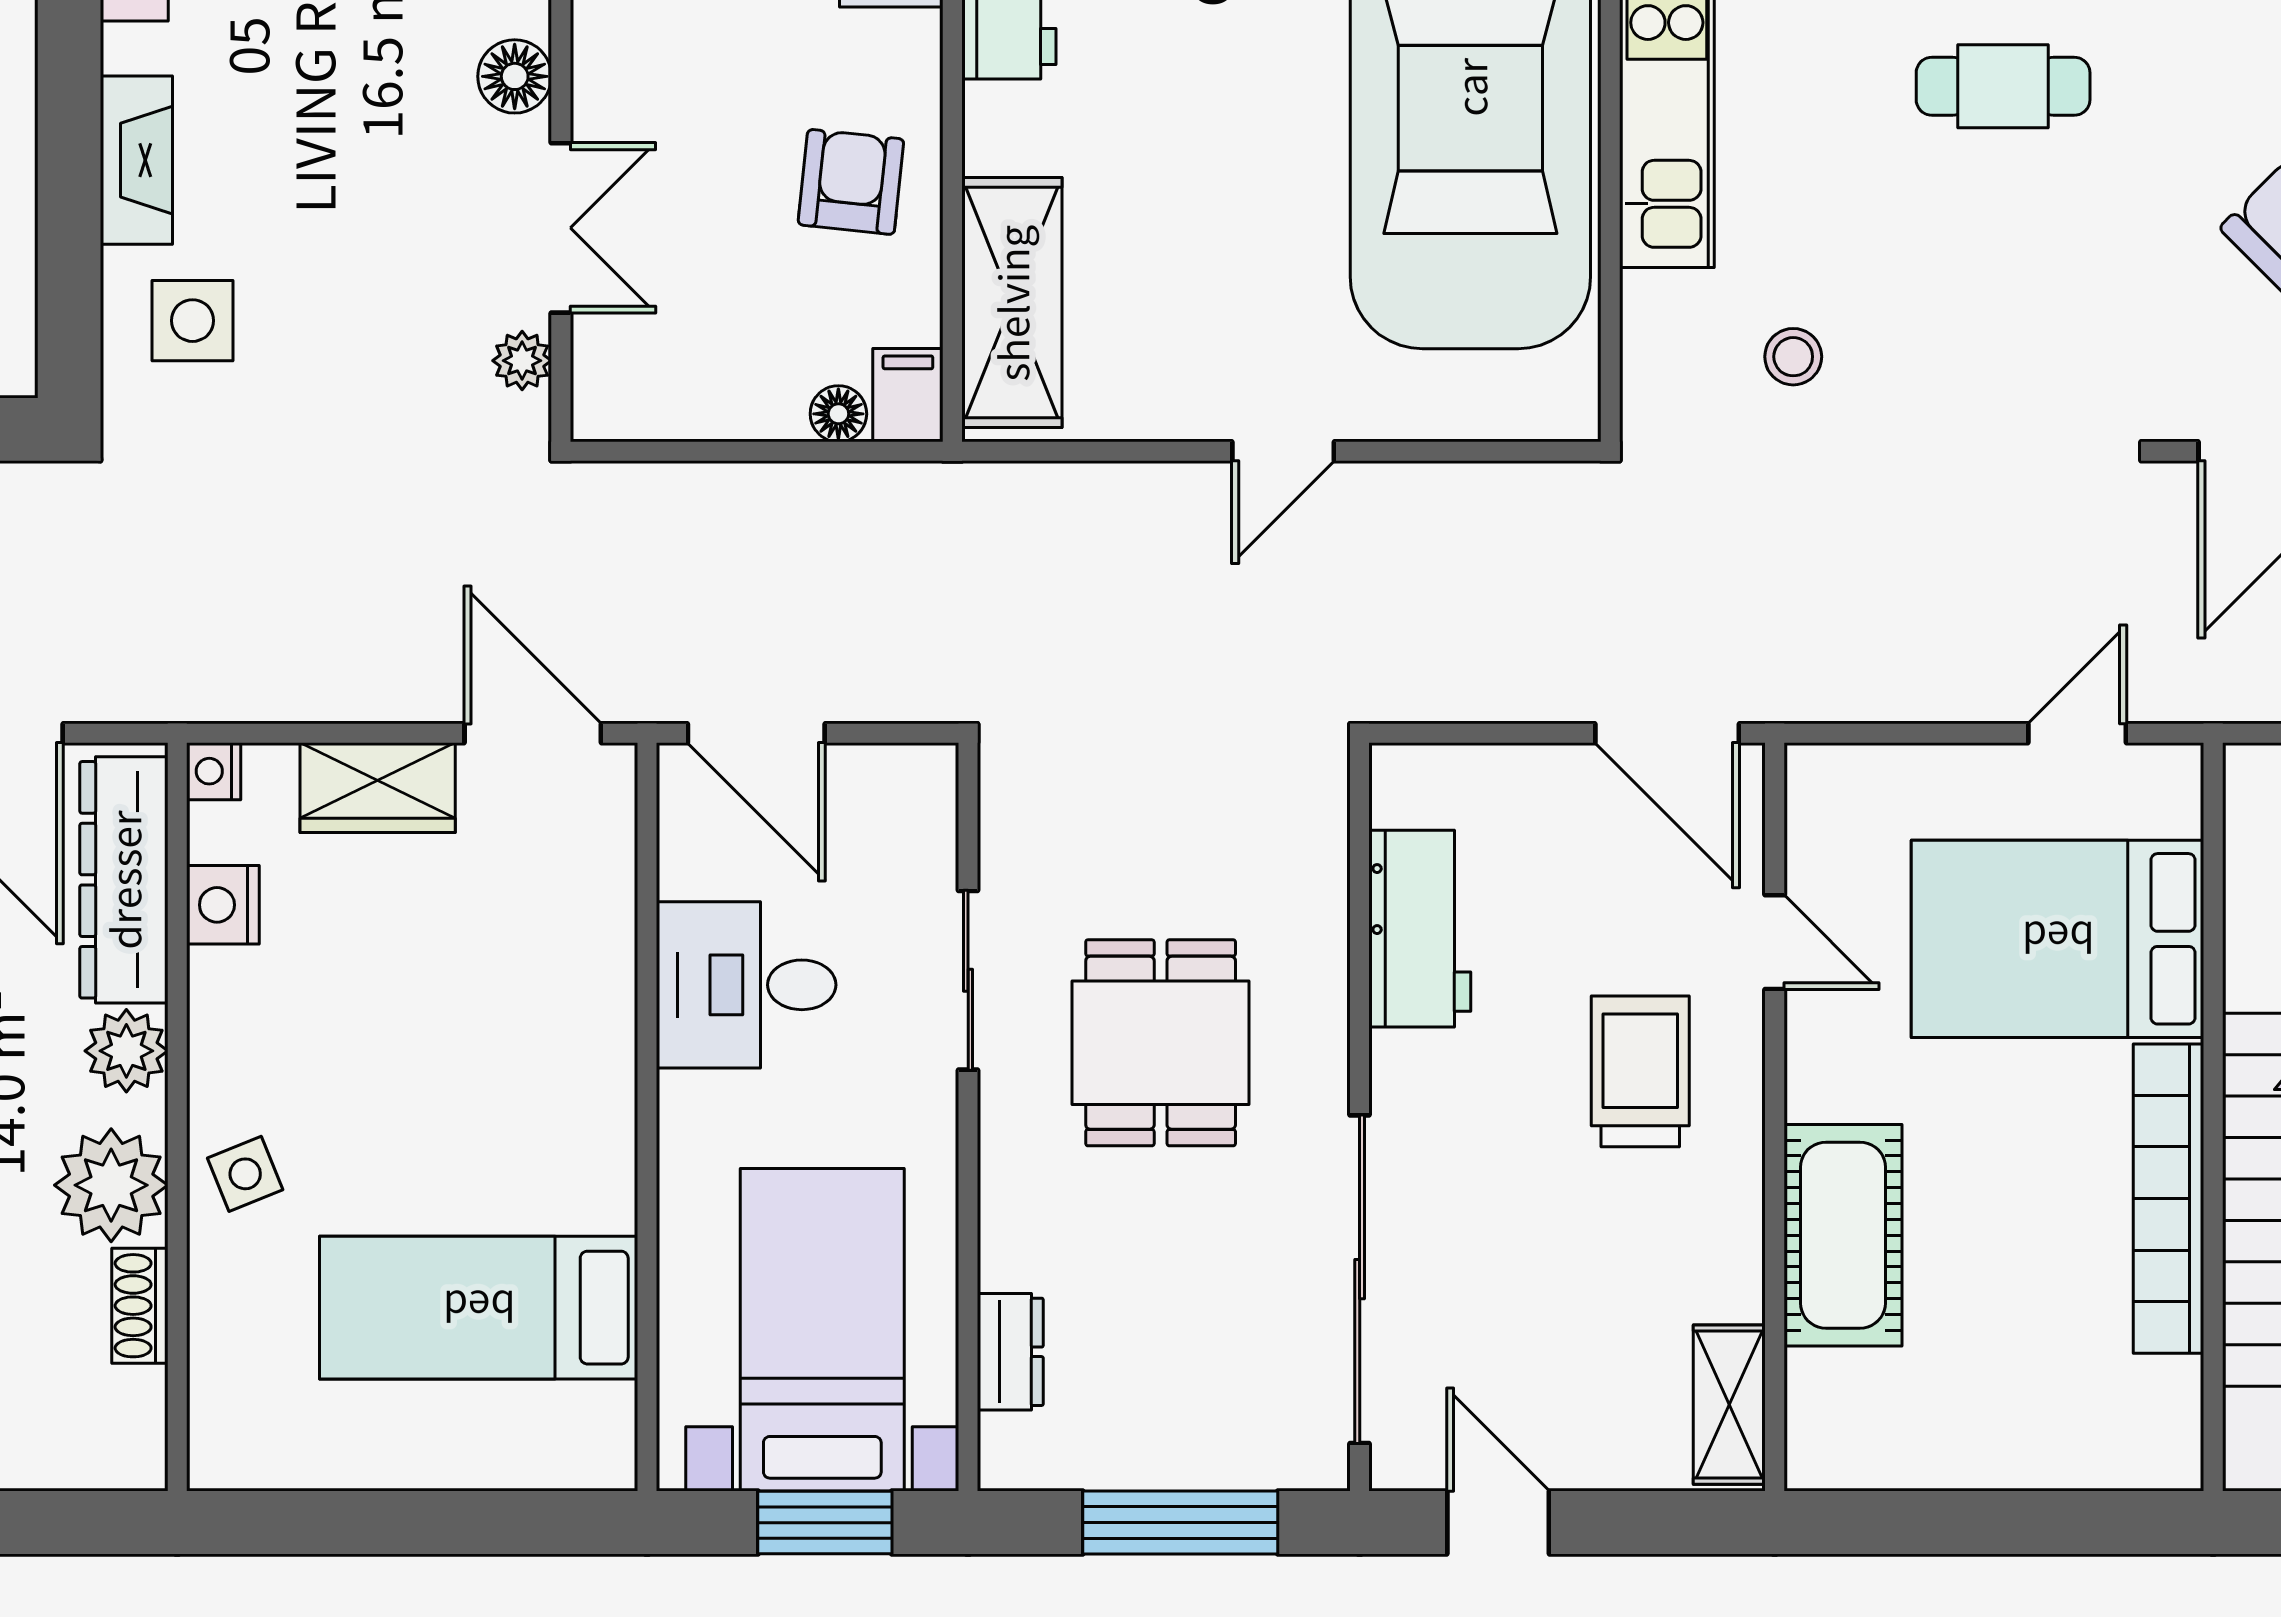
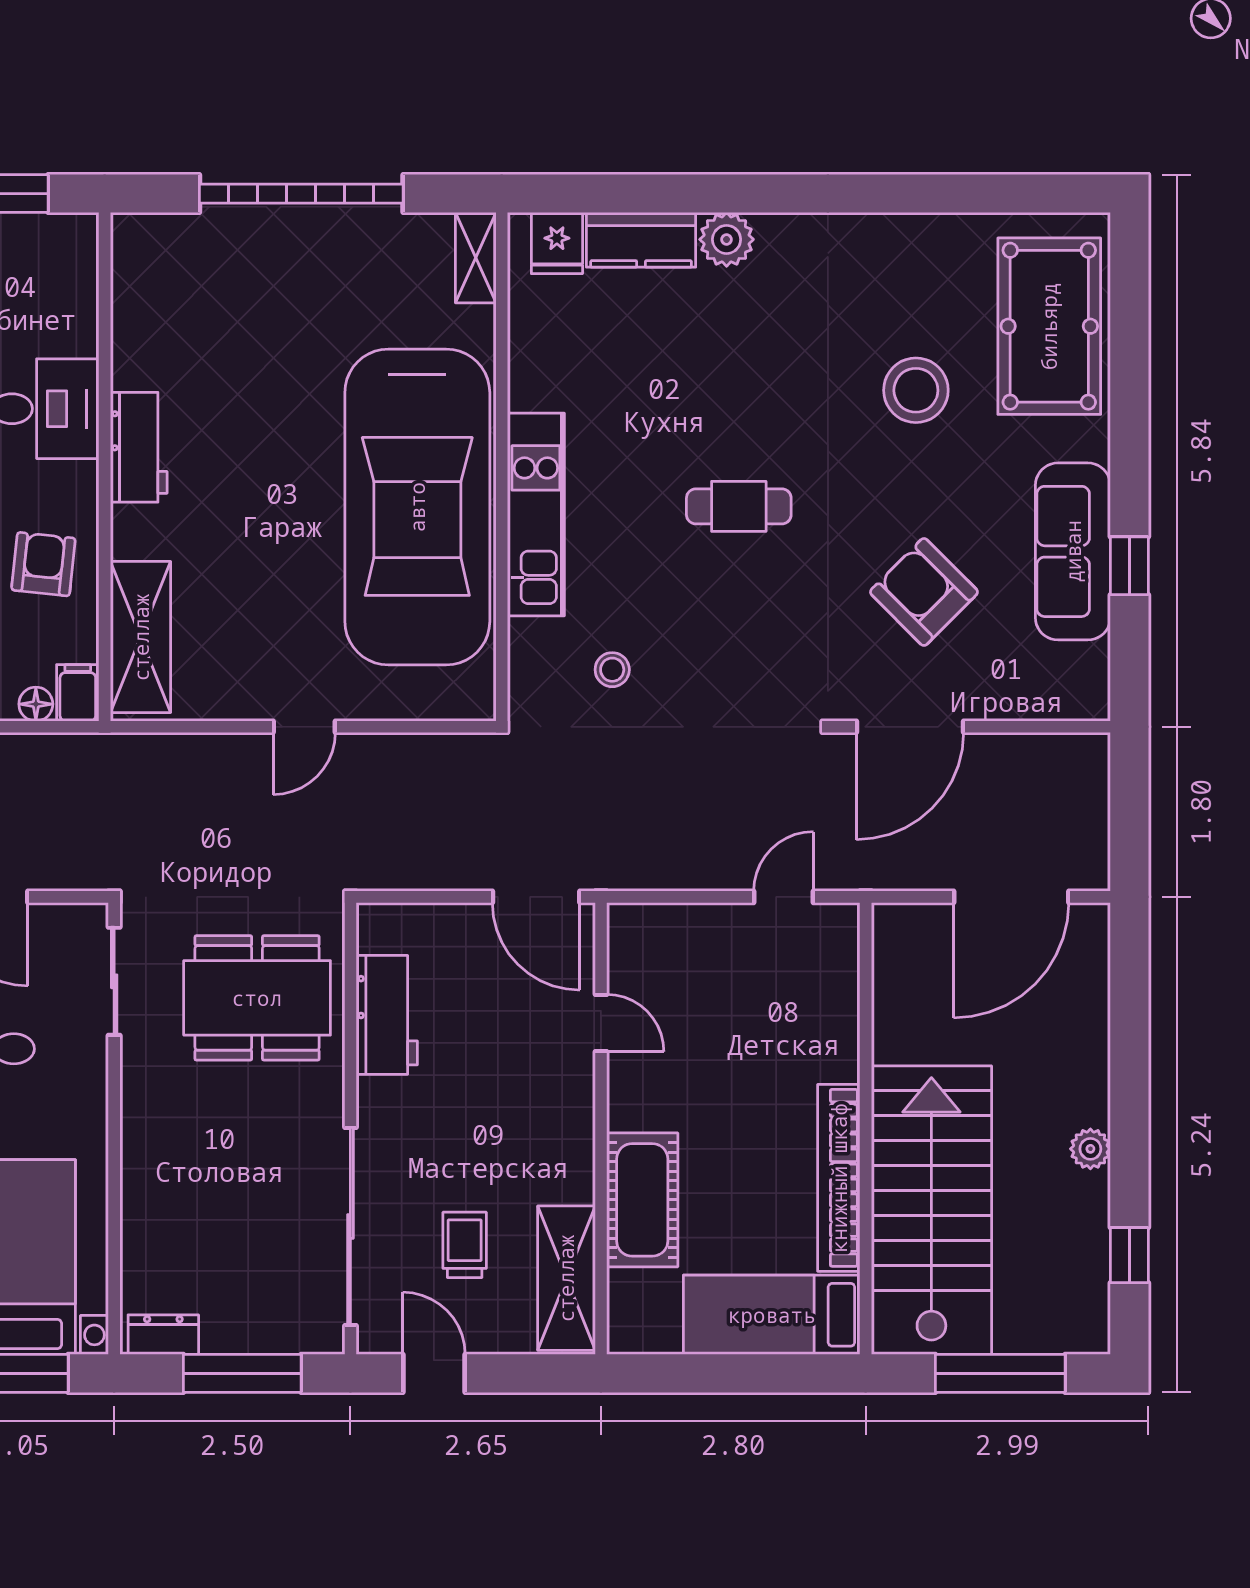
bed: (2058, 939) -> (772, 1315), moved, width x0.67
sliding door: (968, 980) -> (114, 981), moved
dining table: (1161, 1043) -> (257, 998), moved, width x1.38
trolley: (1640, 1071) -> (465, 1245), moved, width x0.73, depth x0.72
dresser: (1010, 1352) -> (163, 1335), moved, turned -90
shelving: (1729, 1405) -> (566, 1278), width x1.50, depth x1.33

